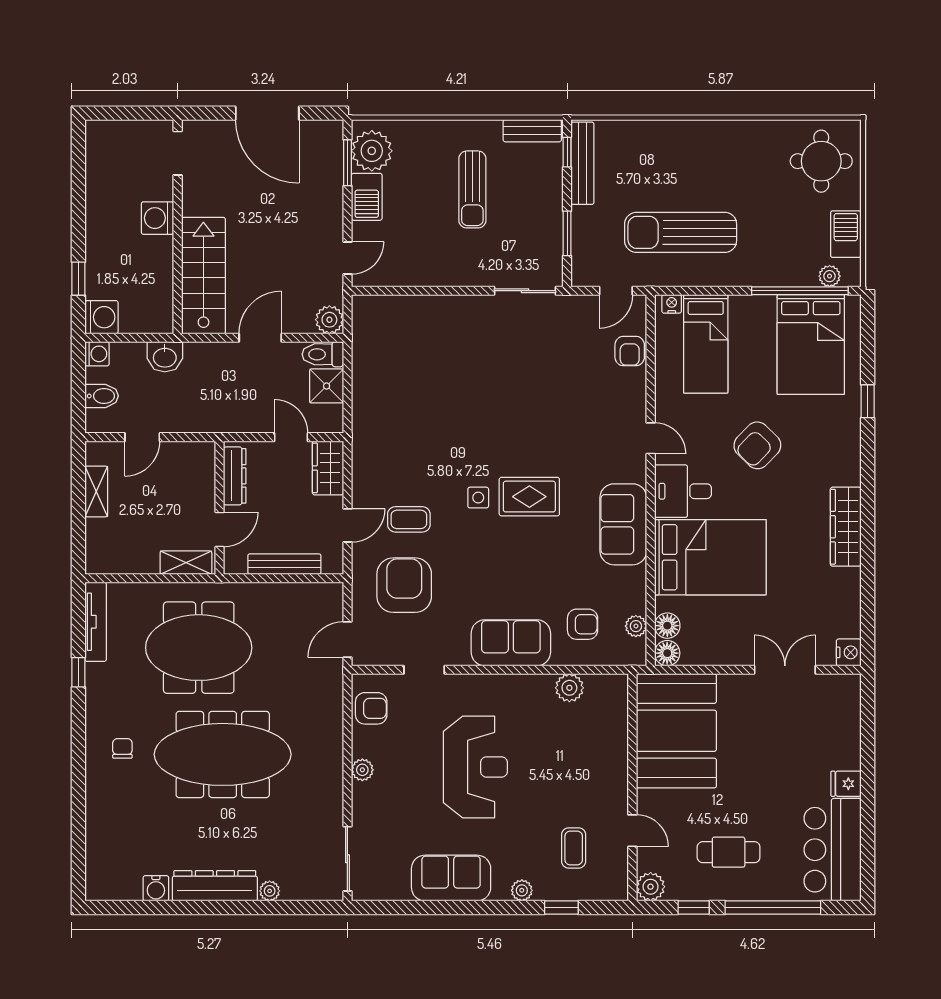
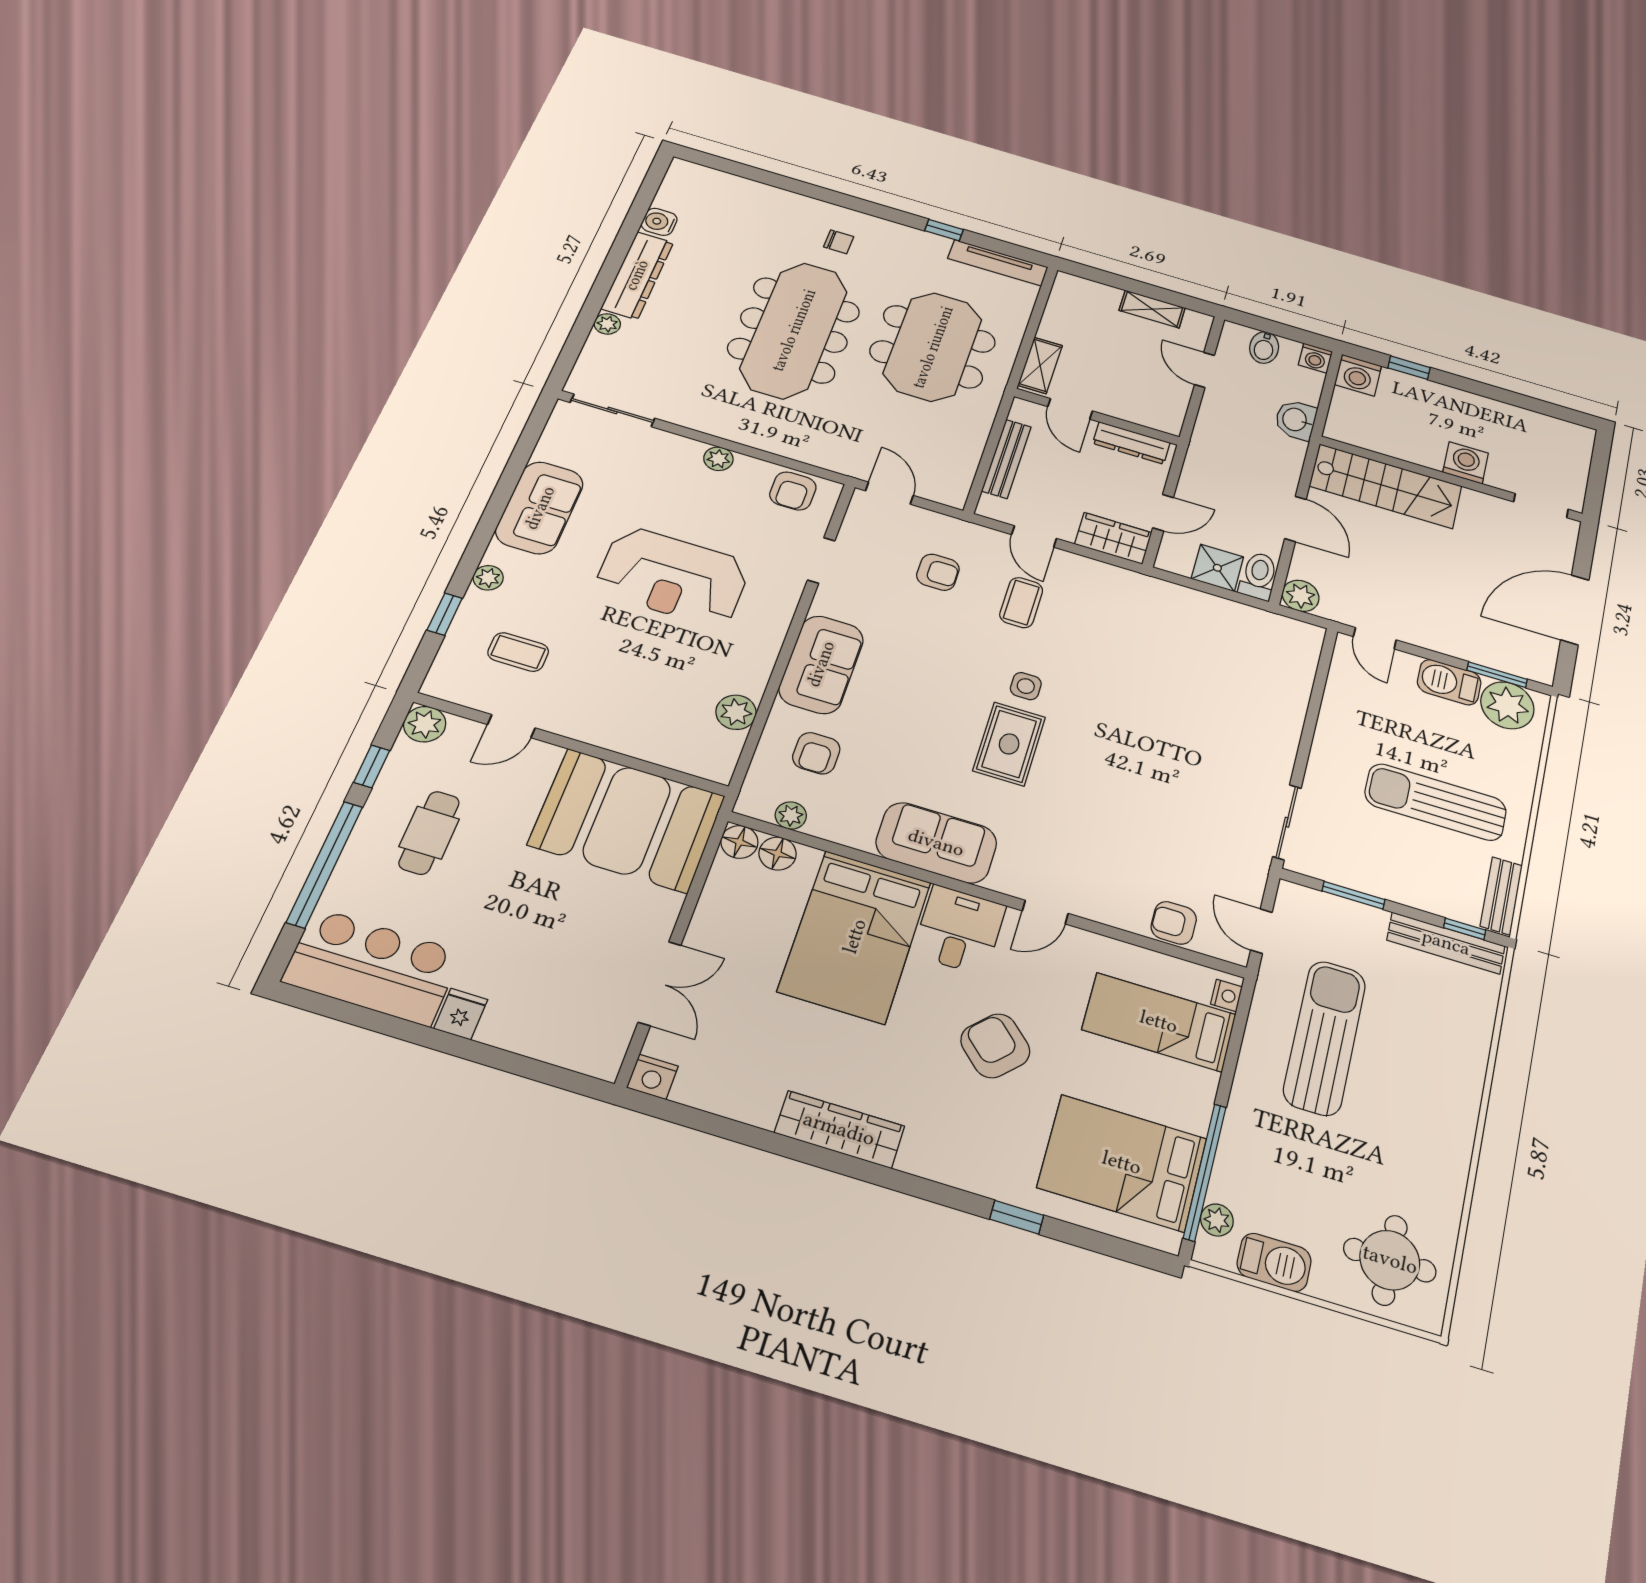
sun lounger: (472, 189) -> (1436, 802), width x1.36, depth x1.34
armchair: (404, 585) -> (938, 572), width x0.53, depth x0.53

